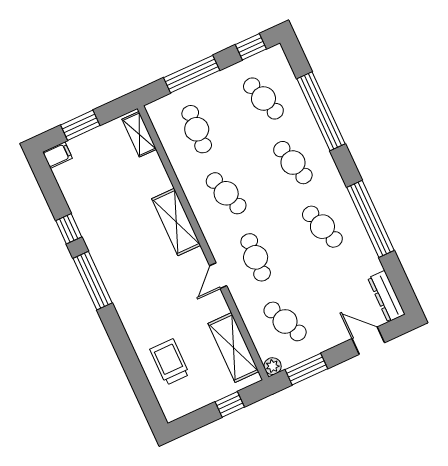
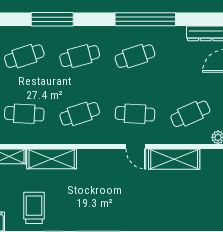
window: (321, 111) -> (52, 19), width x0.68
shelving: (176, 222) -> (52, 159), moved
shelving: (233, 348) -> (174, 159), moved
trolley: (170, 362) -> (34, 208), moved, turned 90

